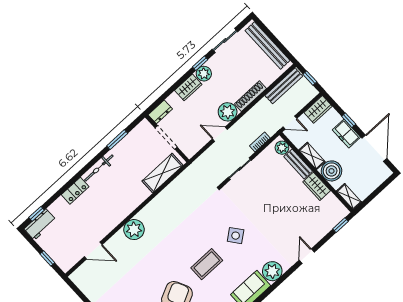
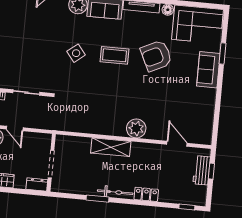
window: (117, 140) -> (98, 199), moved
shelving: (162, 173) -> (111, 147), moved
workbench: (40, 224) -> (202, 170), moved, turned -90

